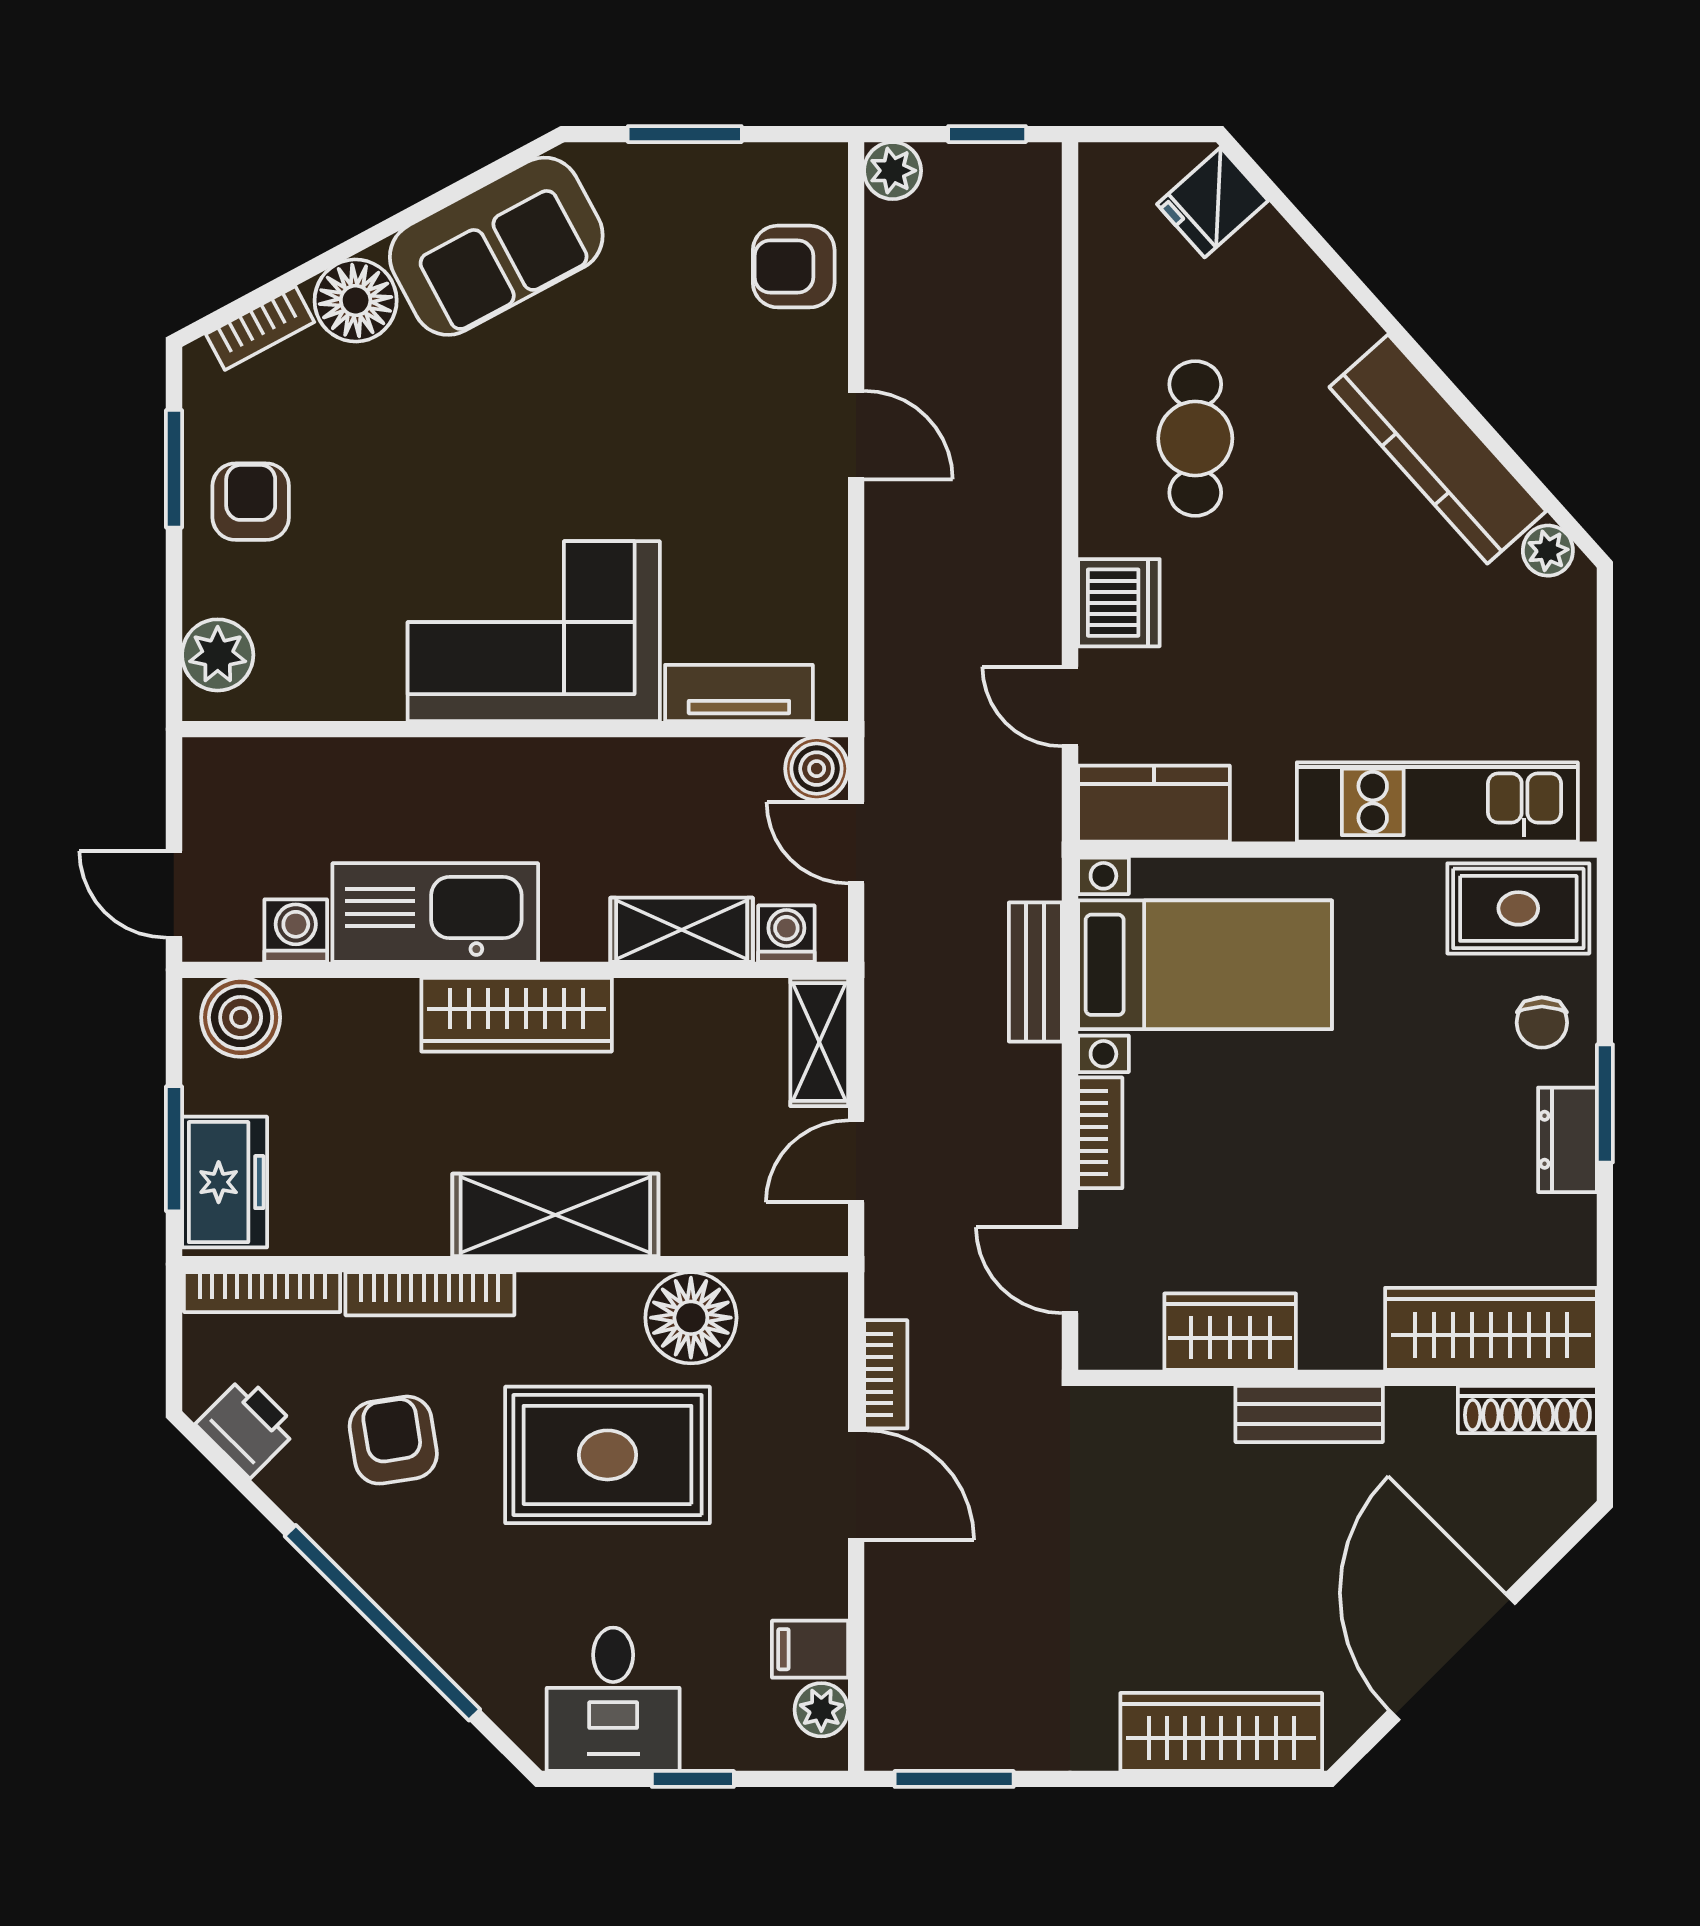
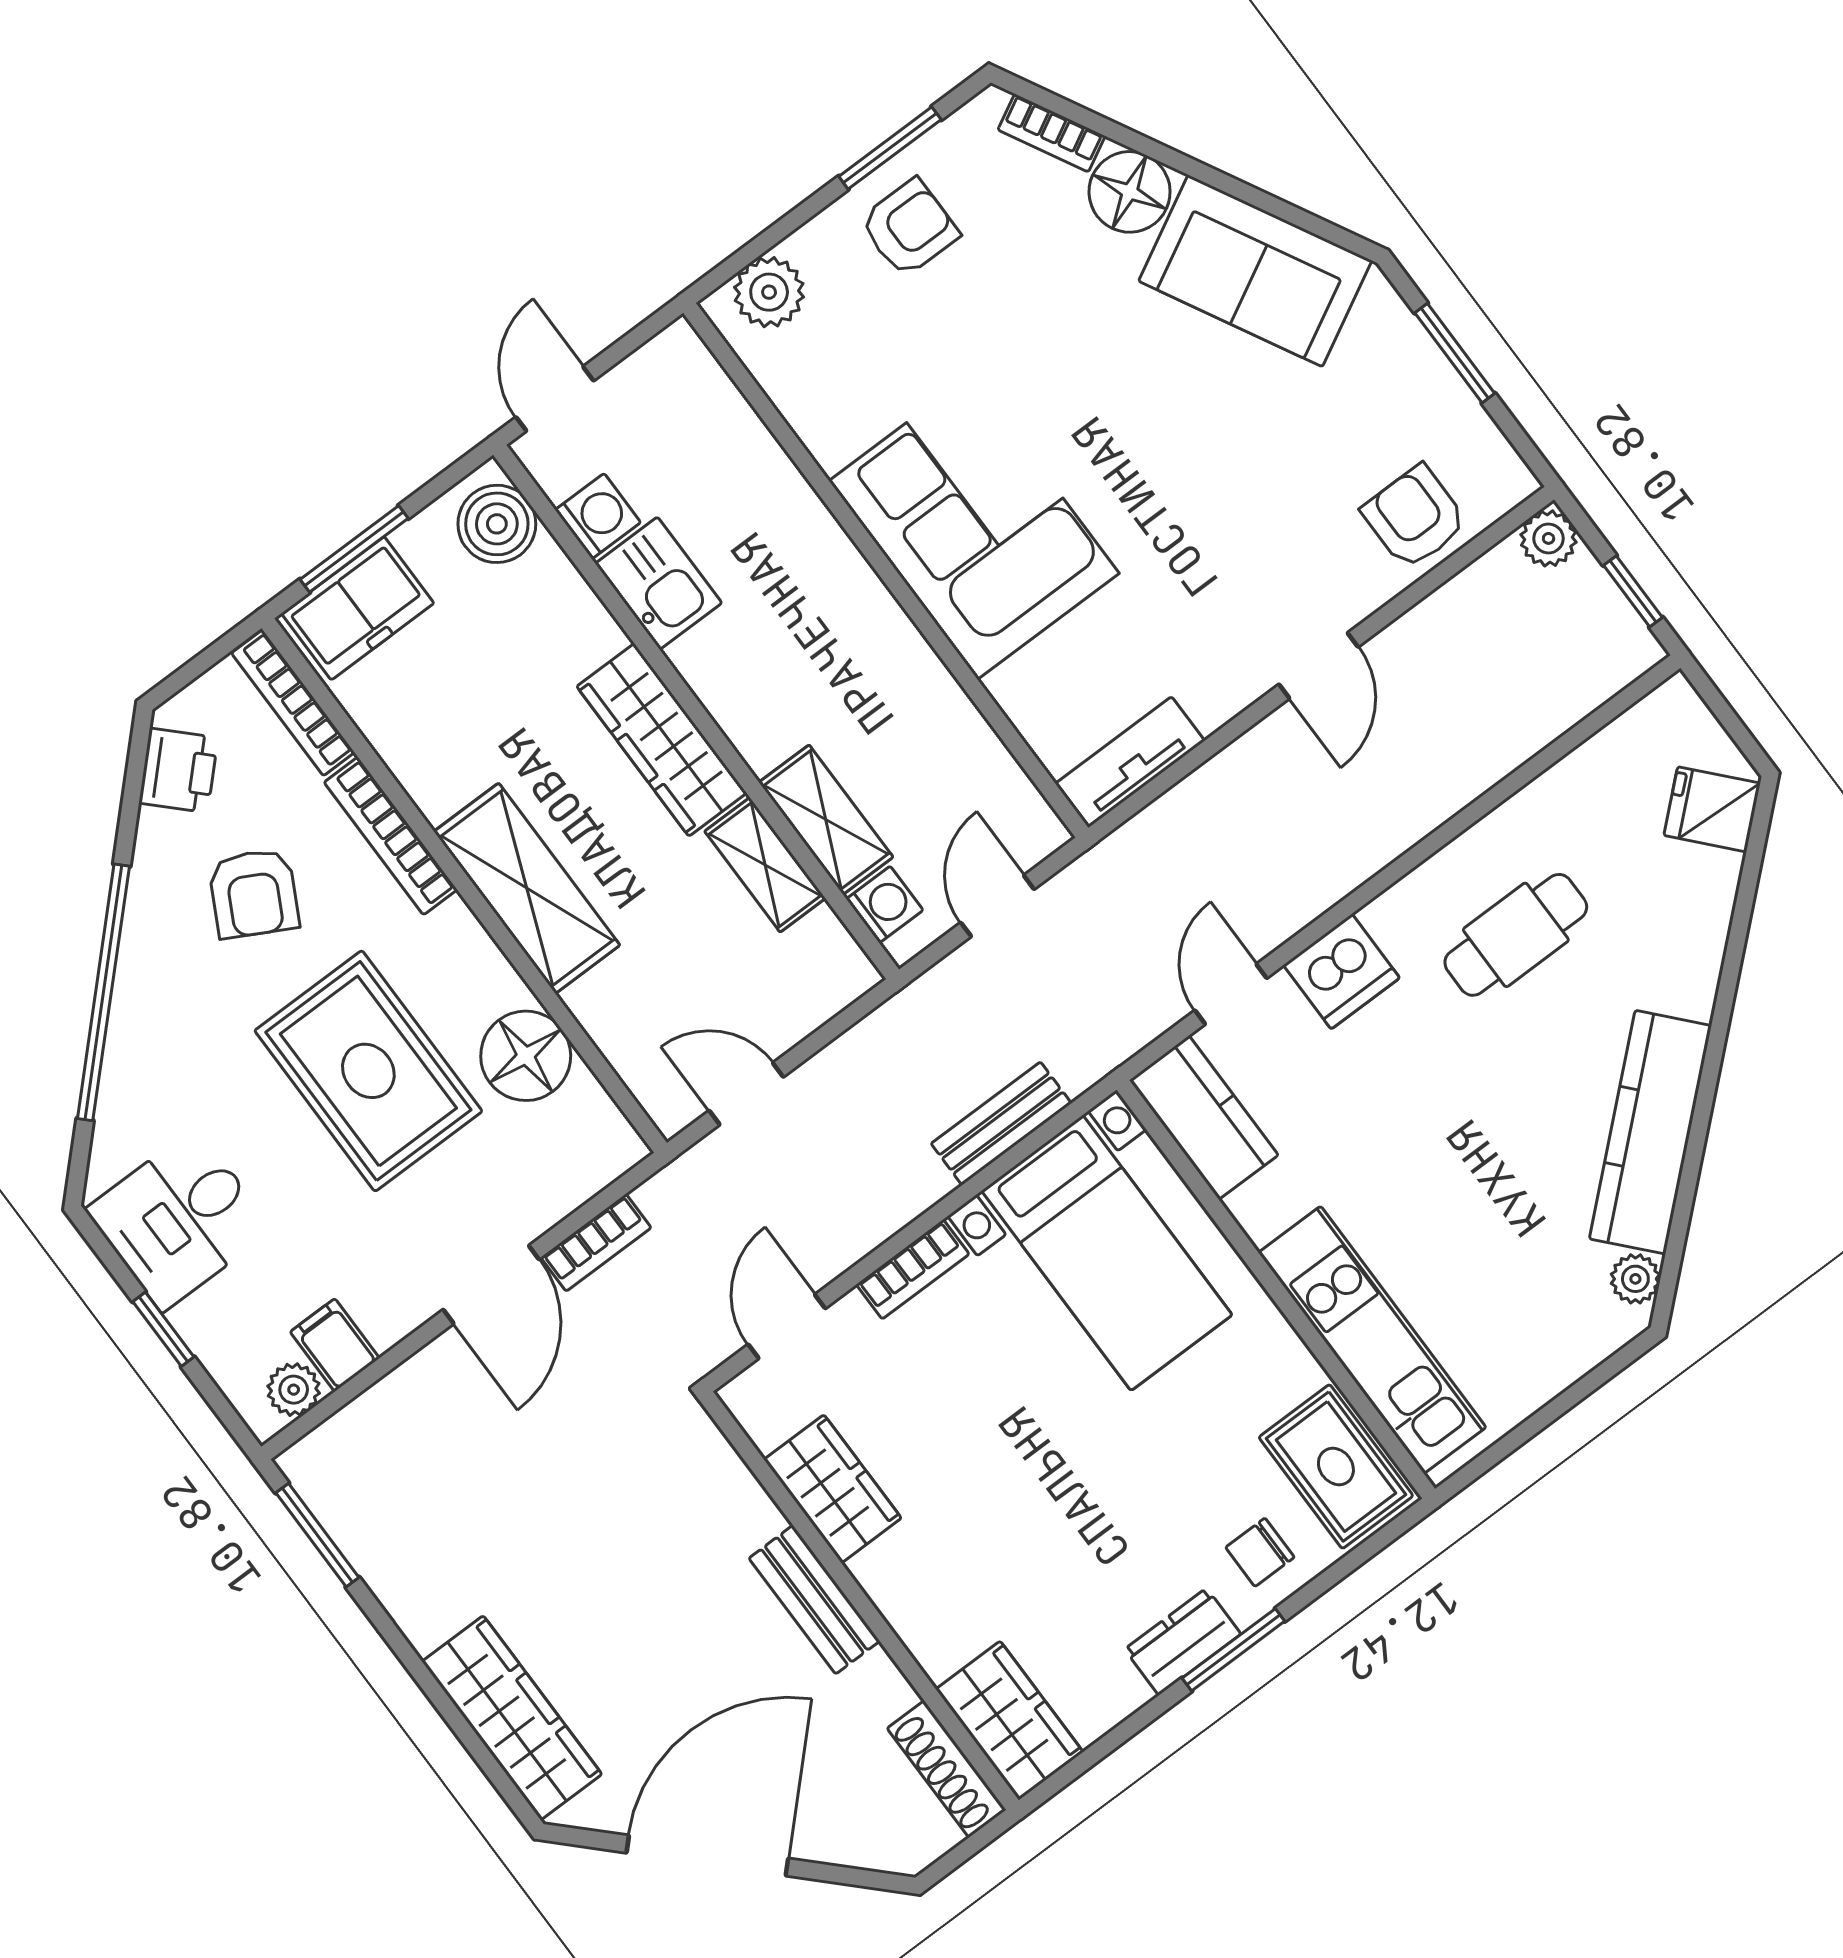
tv unit: (739, 693) -> (1130, 762), moved, turned -90
boiler: (817, 769) -> (1032, 831), removed
kitchen sink: (435, 913) -> (658, 583), width x0.53, depth x0.81
shelving: (819, 1042) -> (765, 865), moved, turned 90
wardrobe: (1491, 1329) -> (1009, 1721), width x0.67
armchair: (393, 1440) -> (254, 893), turned 127

